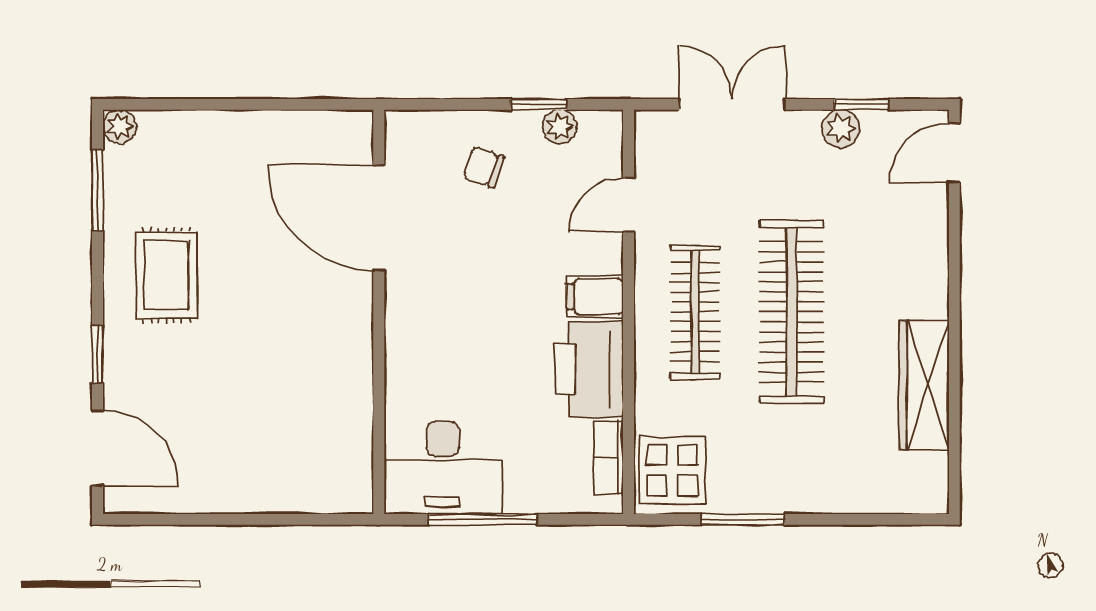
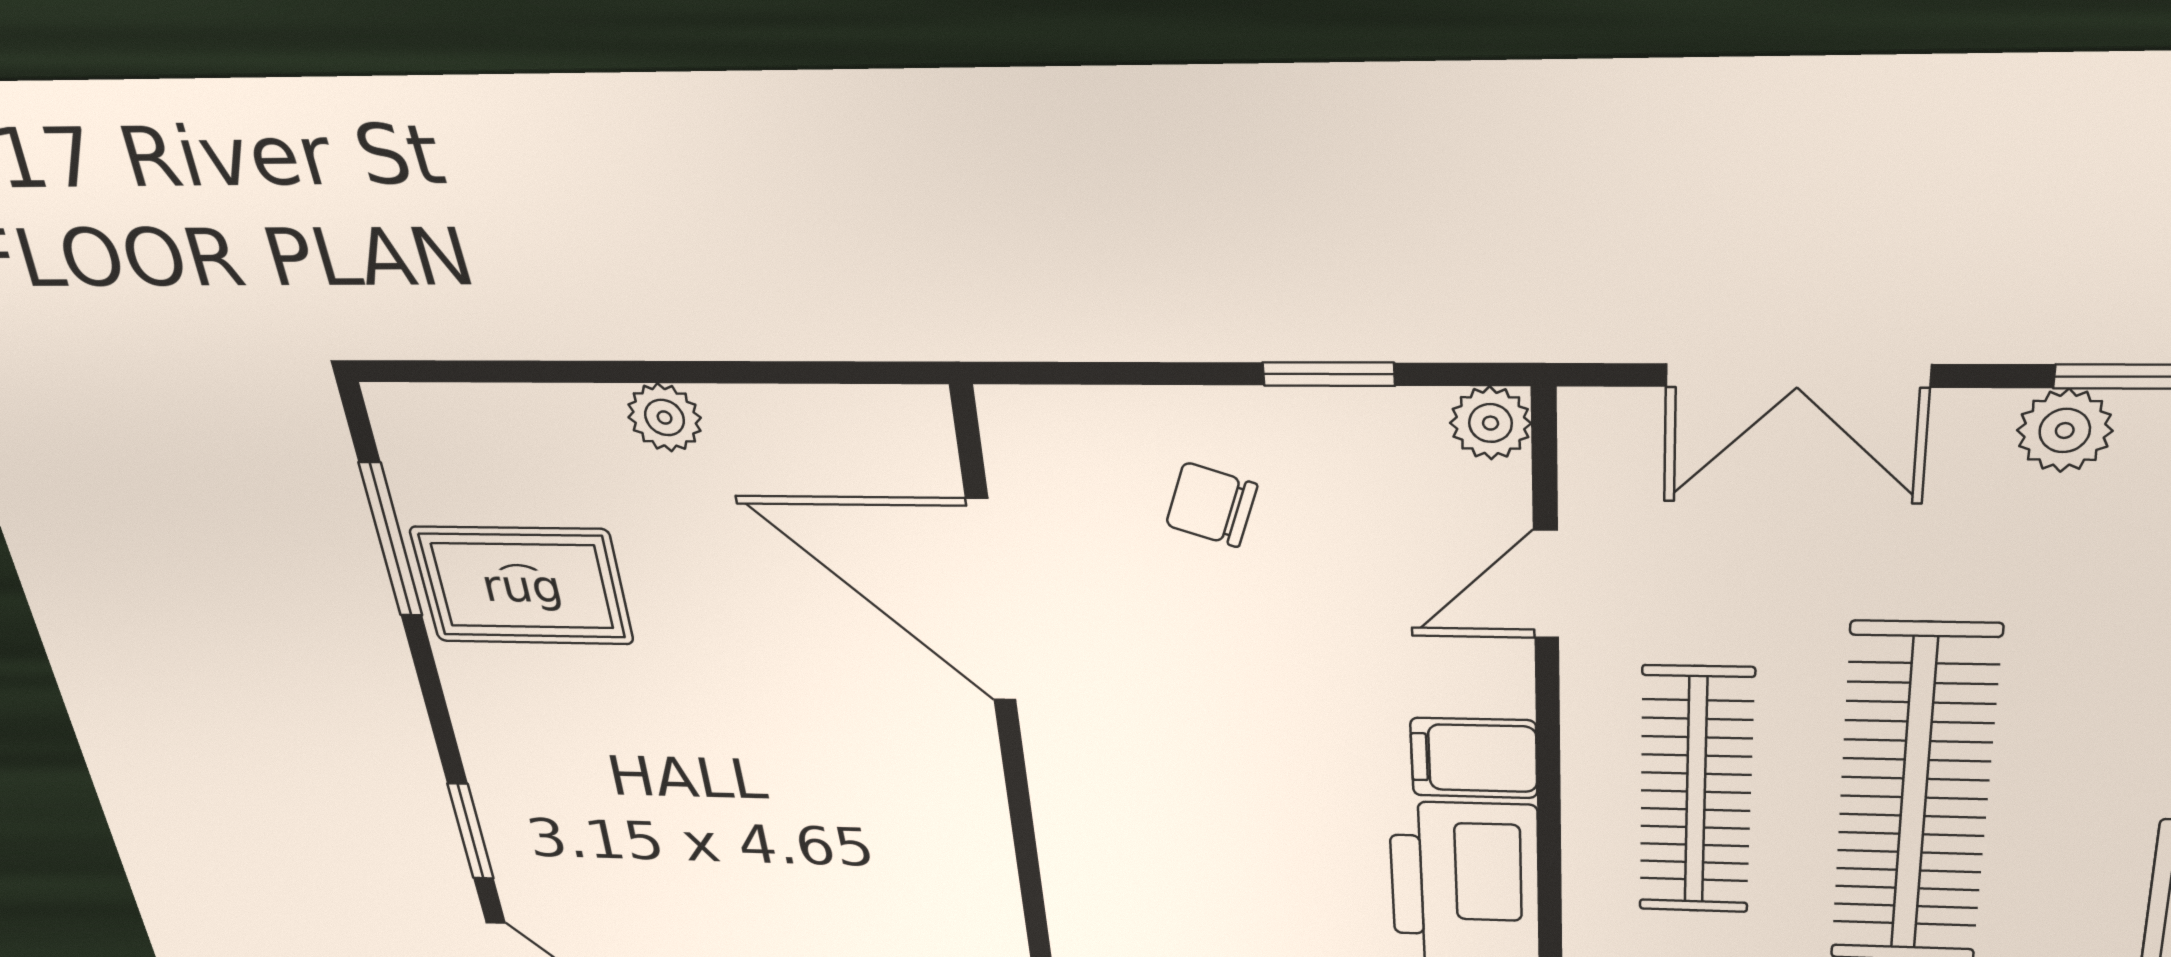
double door: (732, 104) -> (1798, 376), swing flipped
plant: (120, 126) -> (665, 418), moved
plant: (560, 127) -> (1491, 423), moved
rug: (166, 275) -> (522, 586), moved, turned 90

